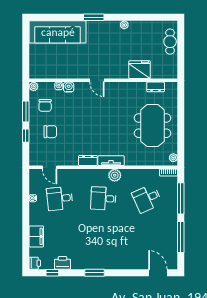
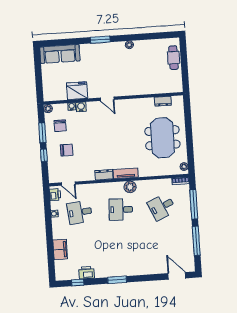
sofa: (58, 32) -> (60, 54), width x0.74, depth x0.79
fridge: (139, 70) -> (77, 91), moved
printer: (35, 263) -> (55, 195), moved

